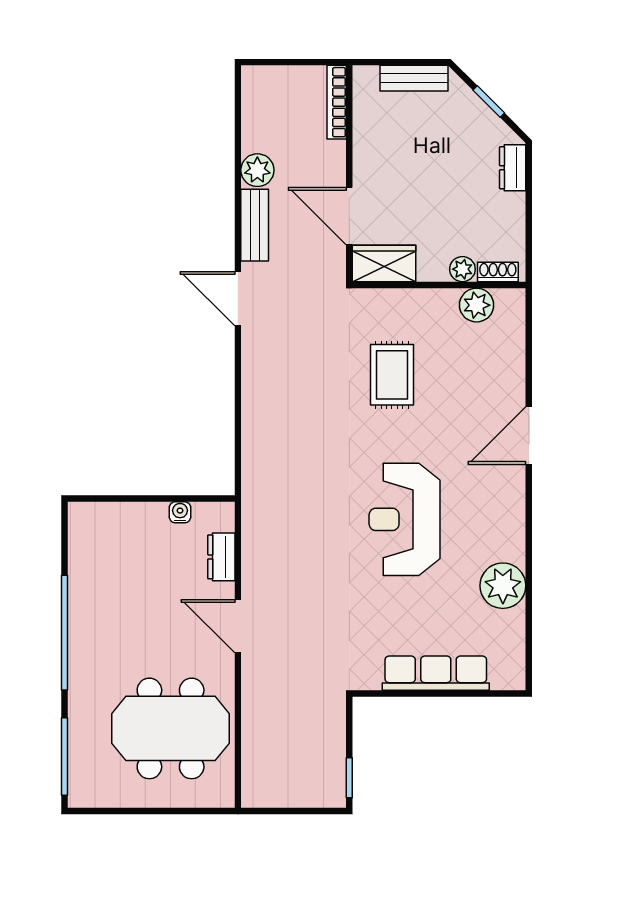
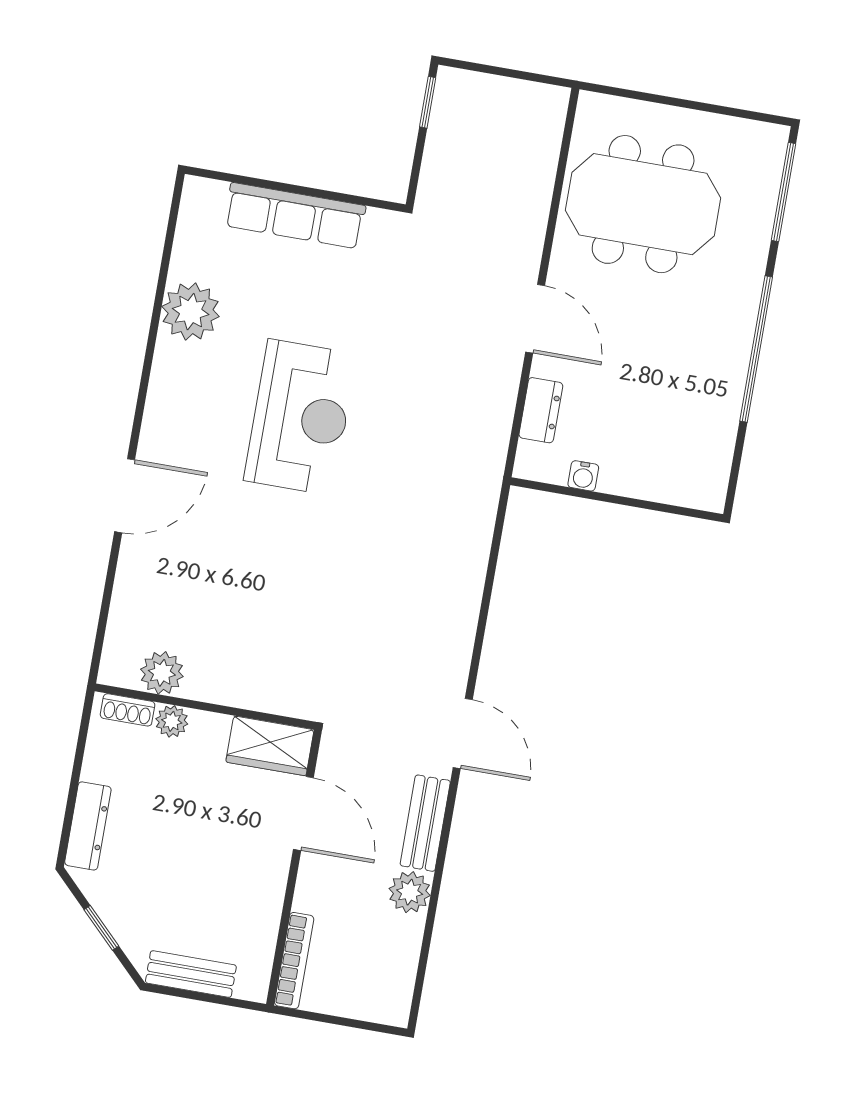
dresser: (513, 168) -> (88, 826), width x1.44
rug: (392, 375) -> (284, 603), removed

